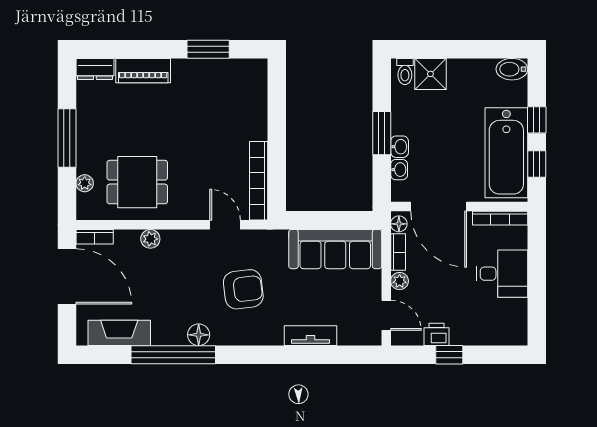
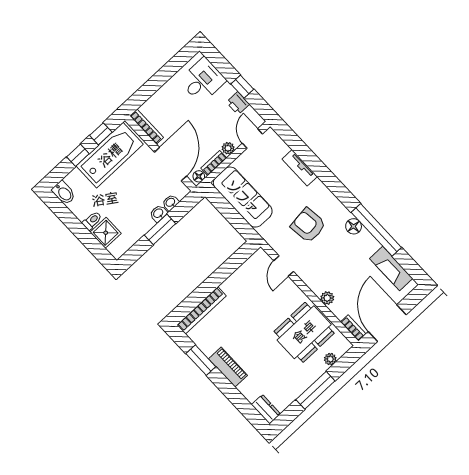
piano: (143, 71) -> (228, 367), moved
toilet: (405, 72) -> (92, 221), moved
bookcase: (259, 181) -> (201, 310), moved
dining table: (137, 182) -> (304, 332), width x1.37
desk: (502, 274) -> (203, 80), moved, turned 90

